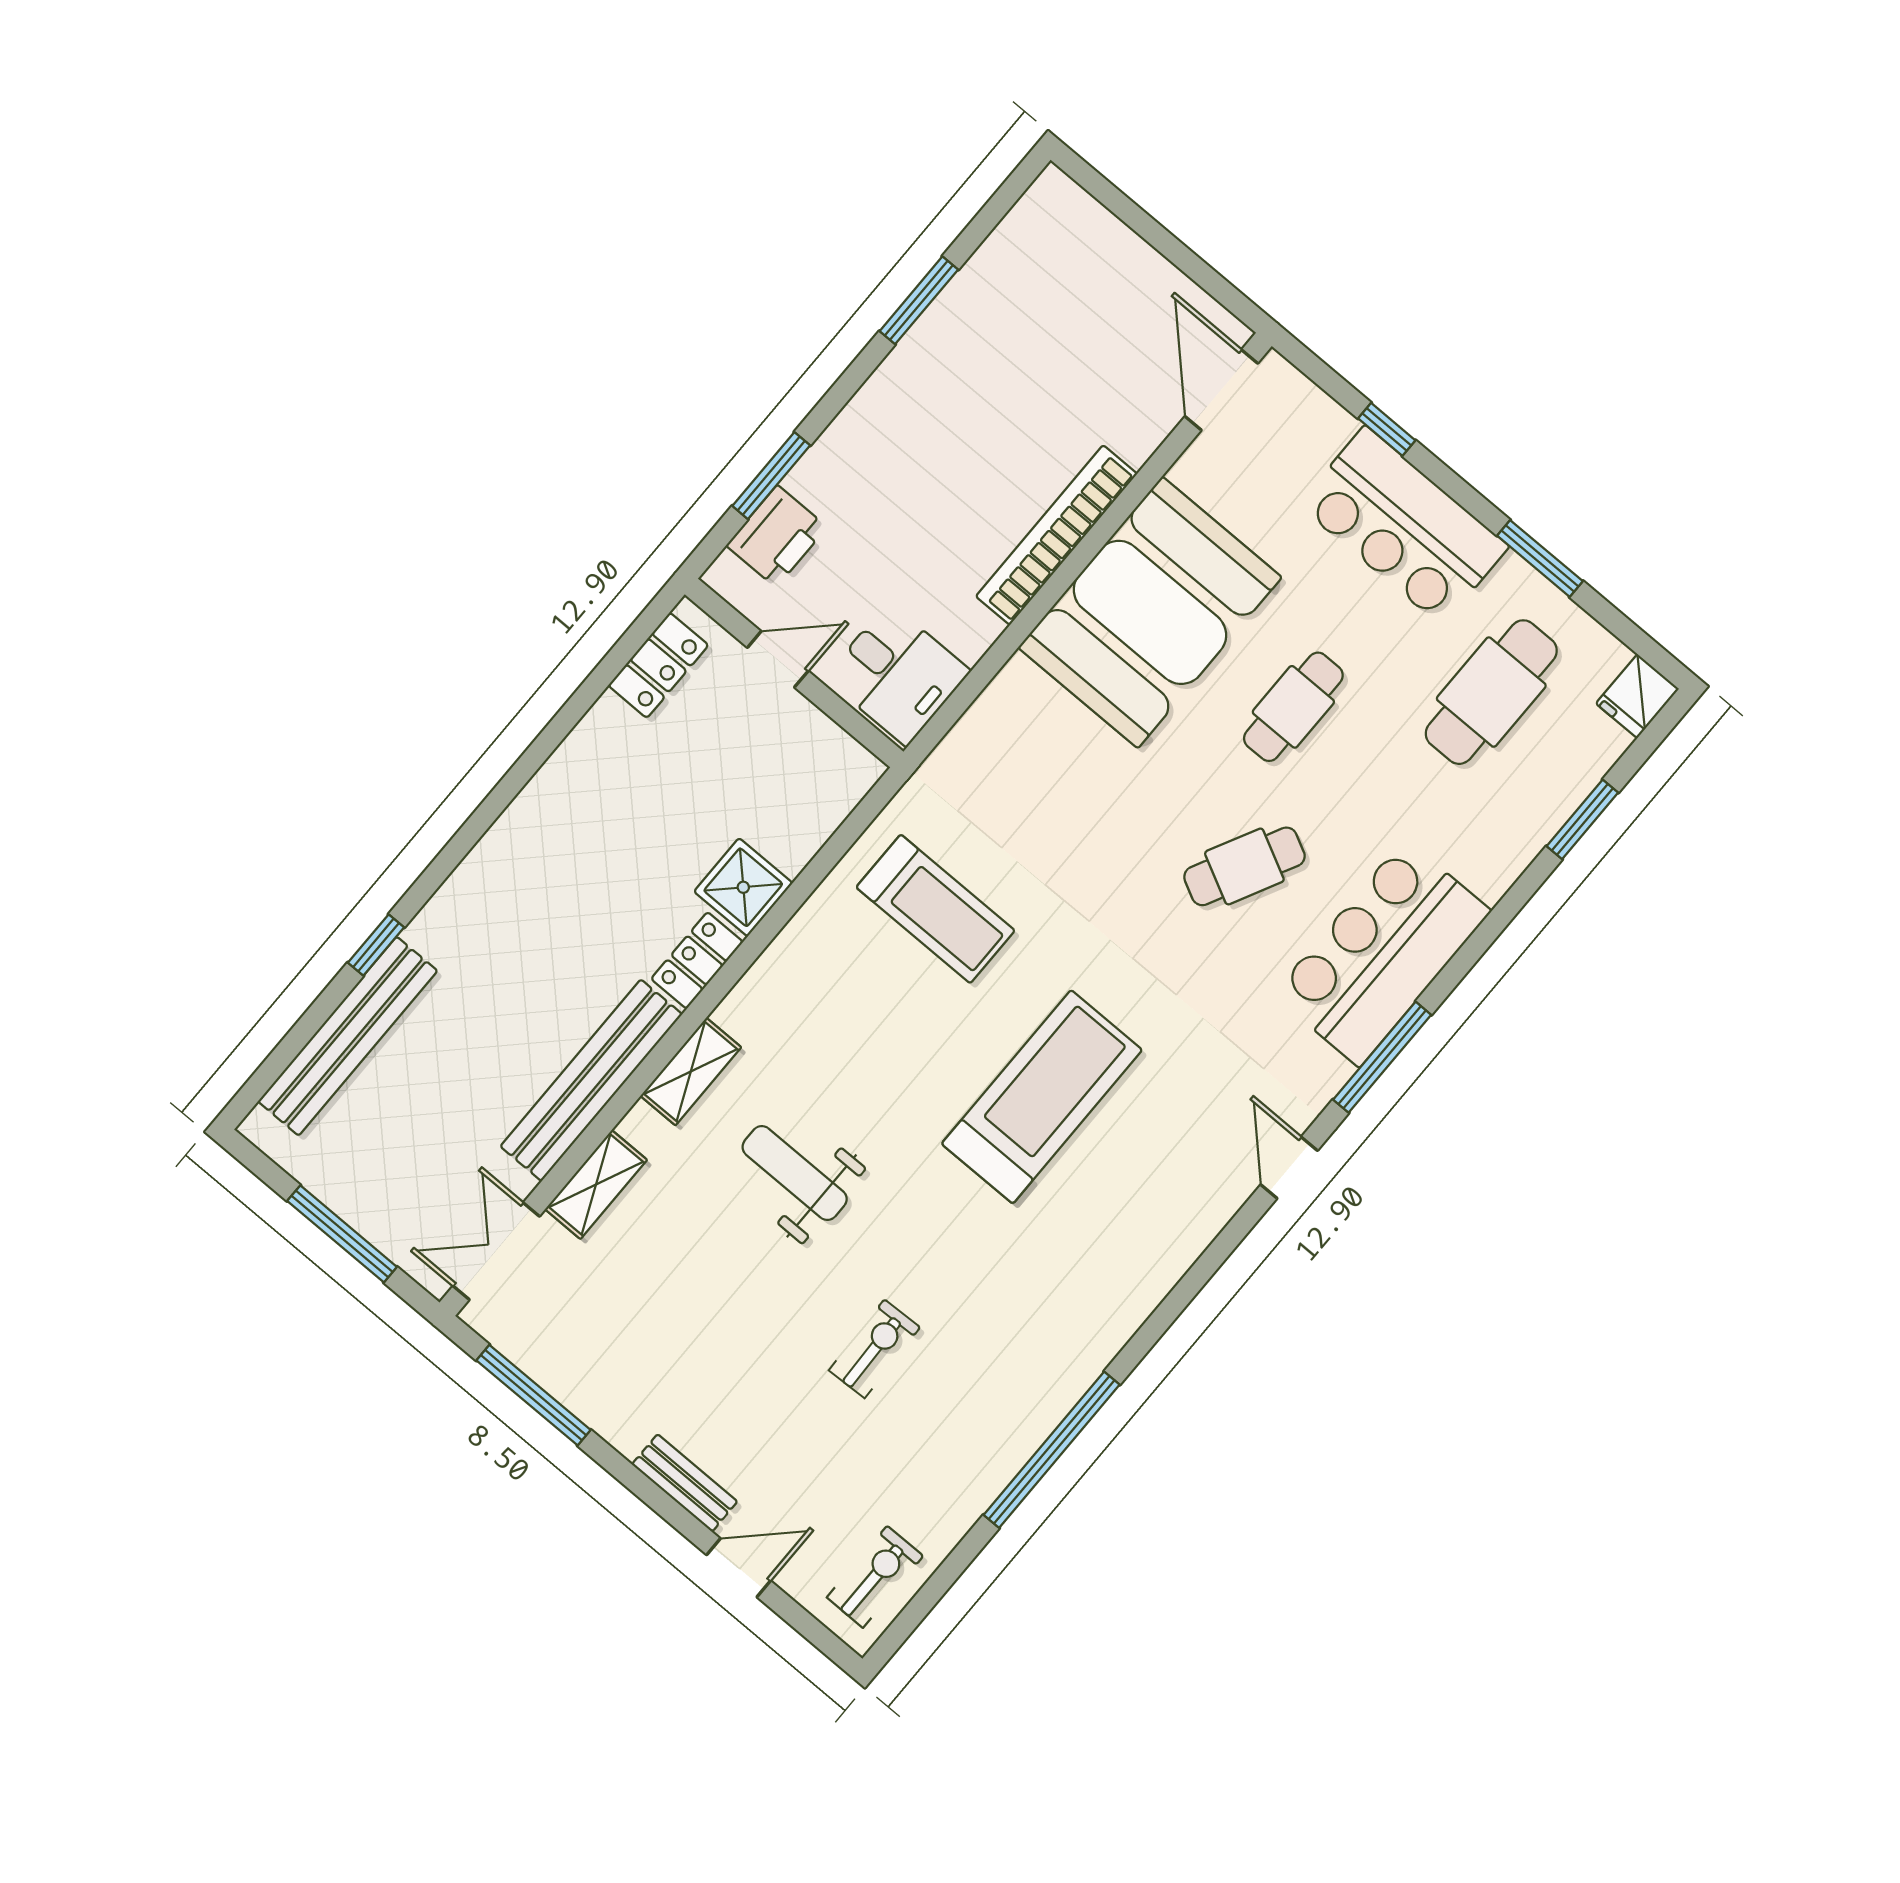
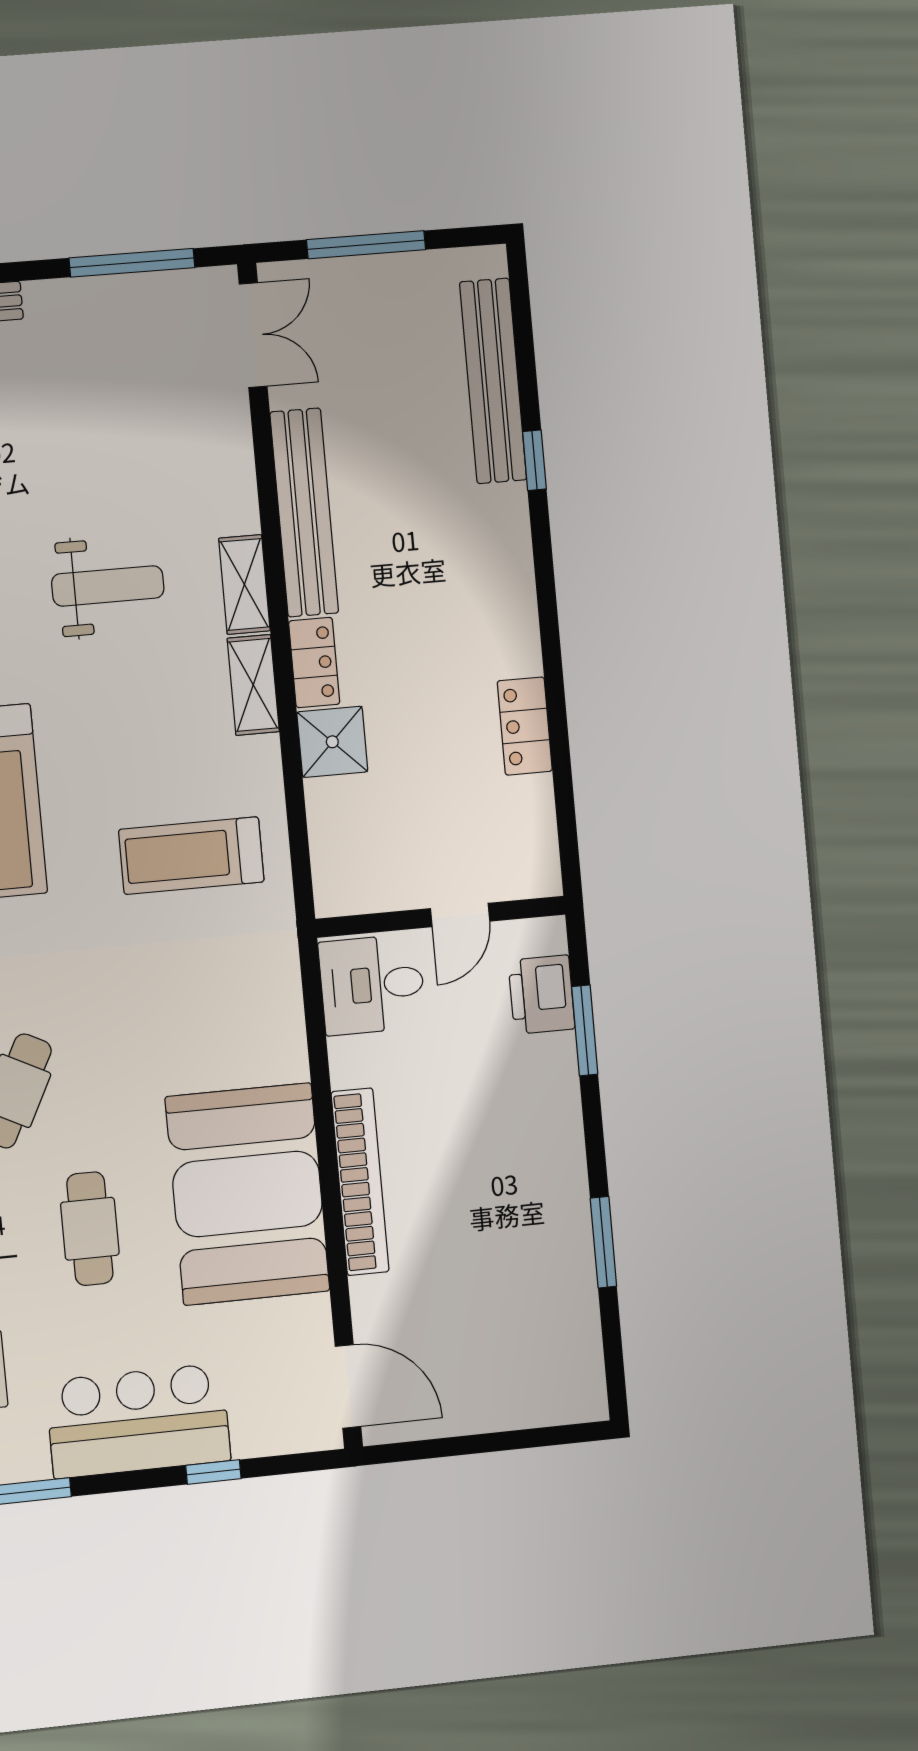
locker: (658, 665) -> (525, 726), moved
shelving: (596, 1184) -> (253, 685), moved

